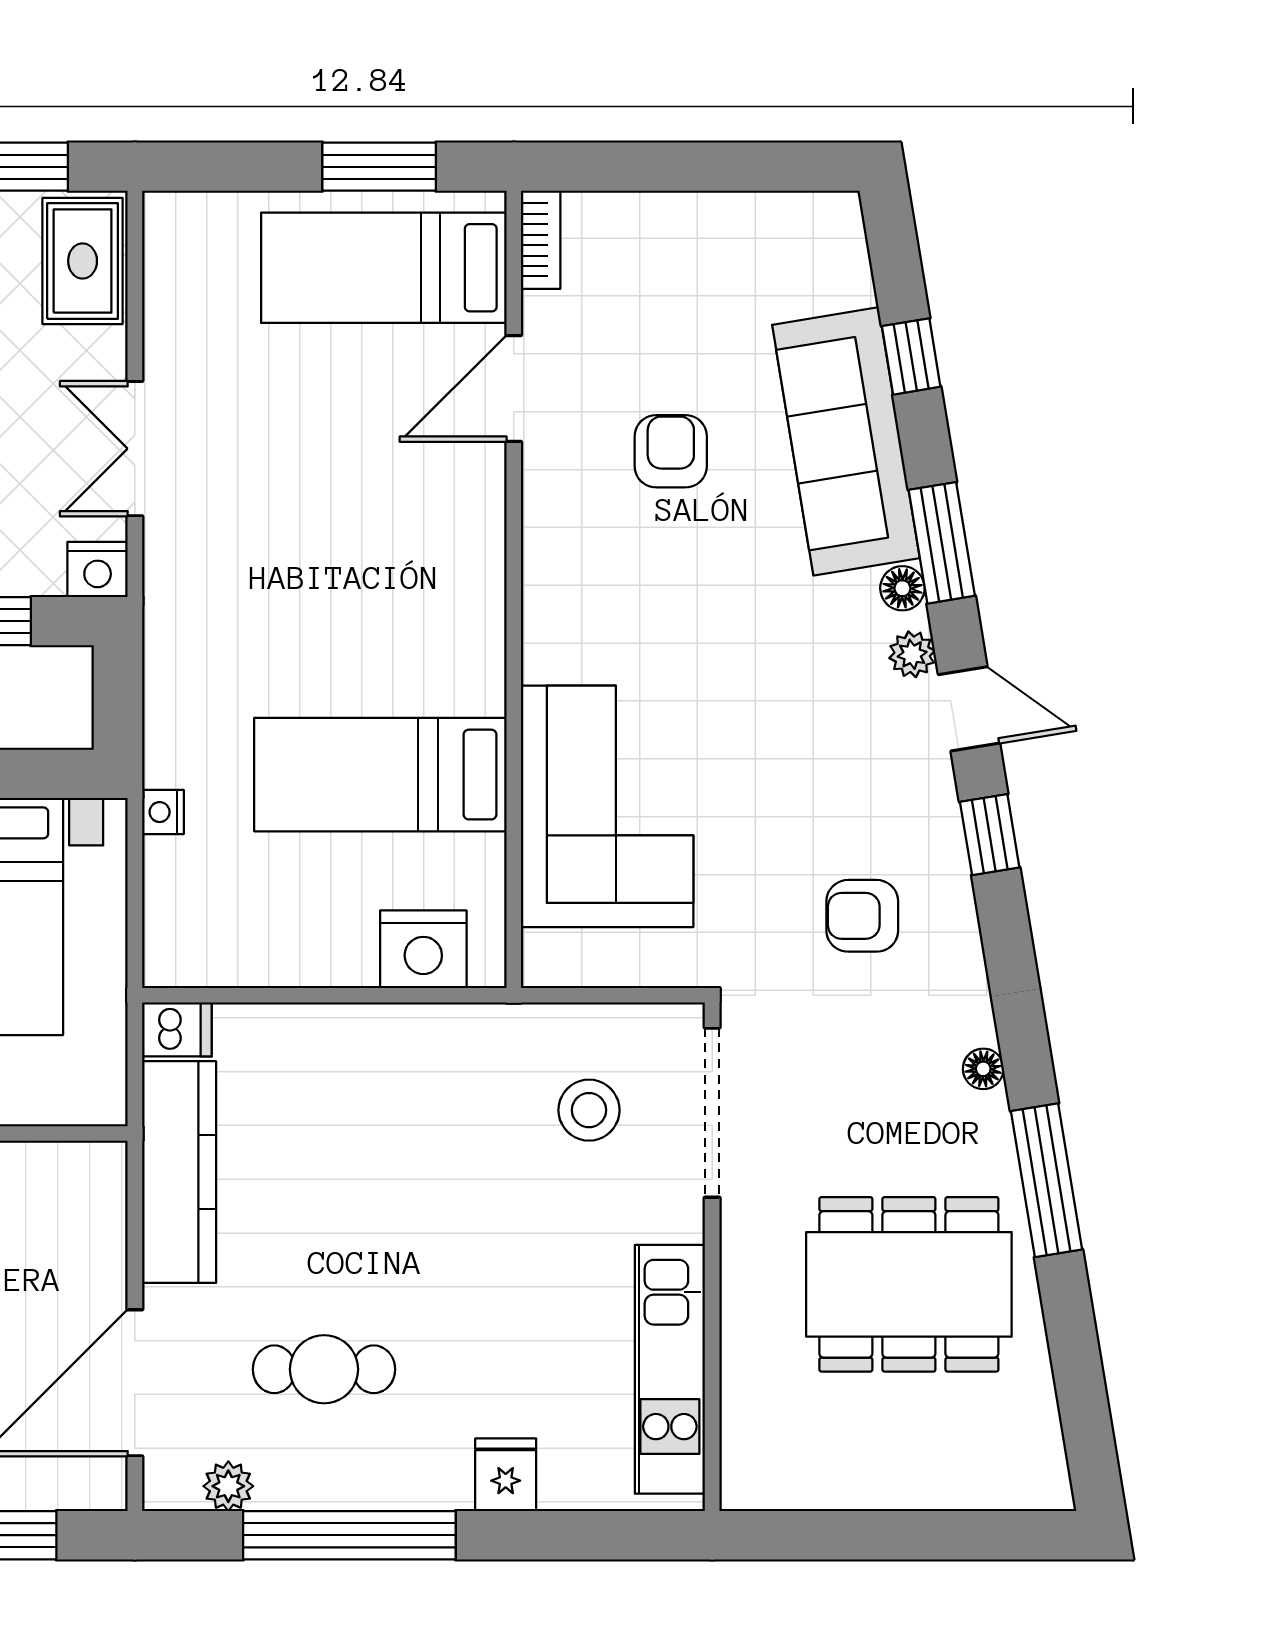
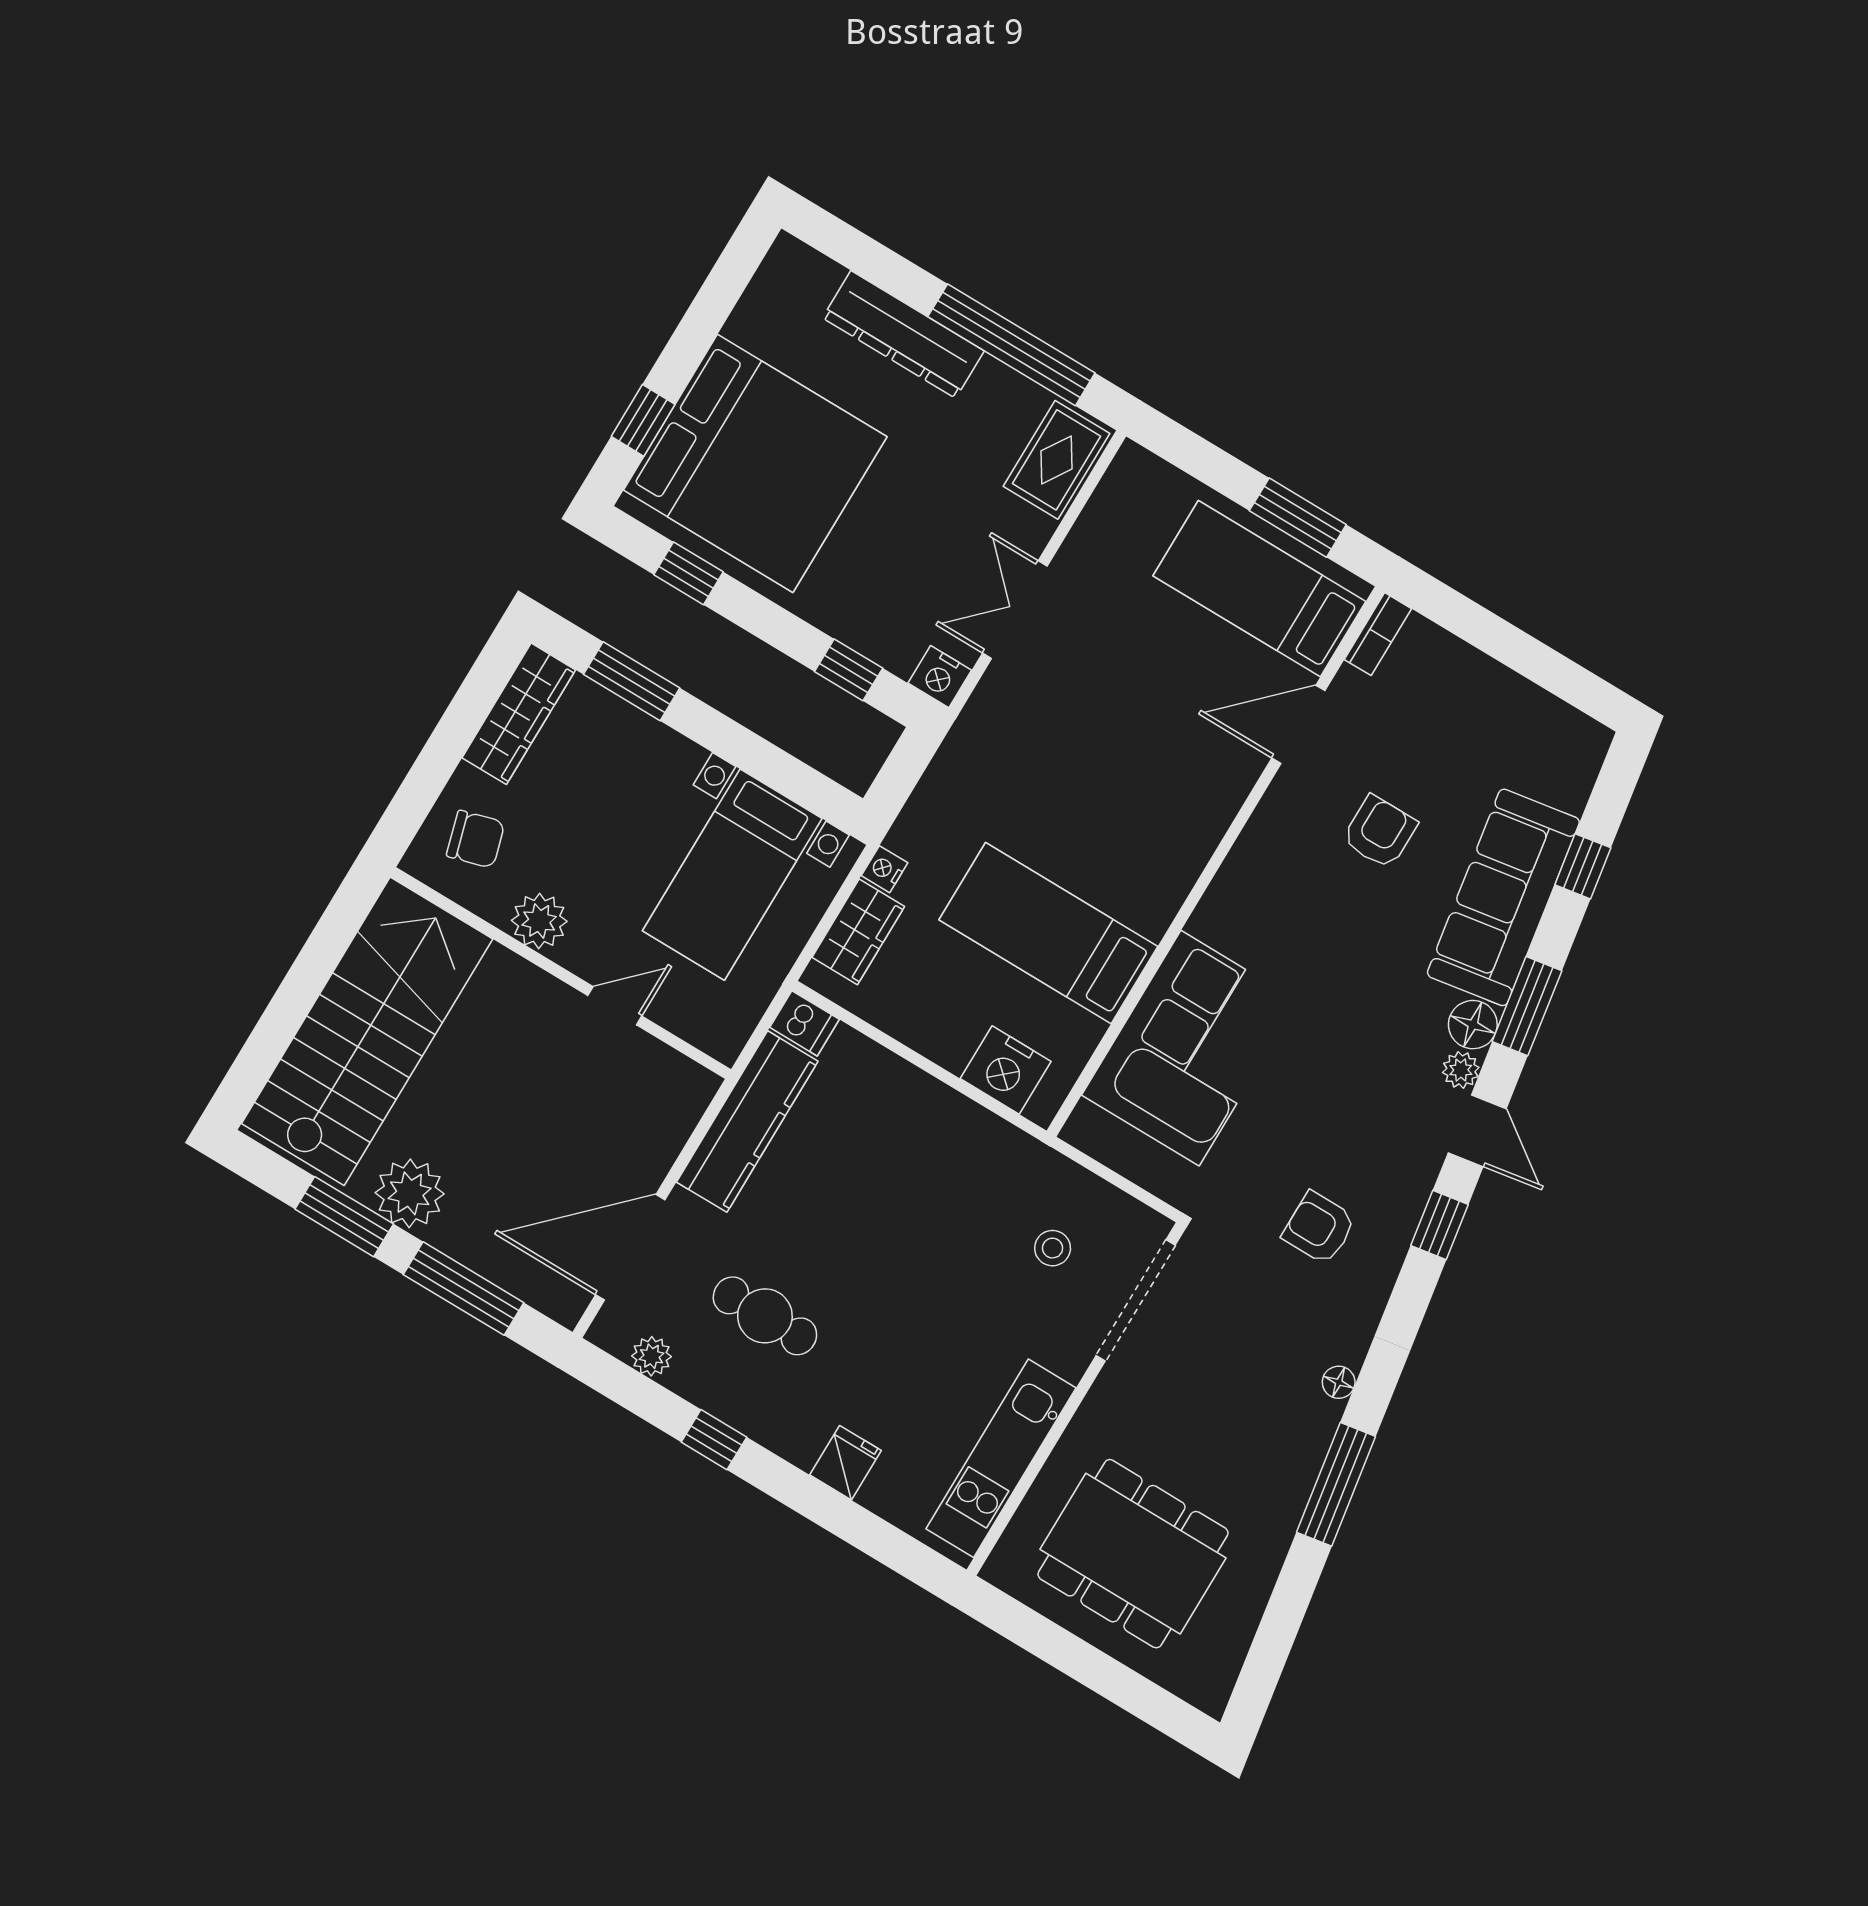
floor lamp: (902, 588) -> (1473, 1025), width x1.37, depth x1.37
wardrobe: (175, 896) -> (858, 932), added
stool: (589, 1110) -> (1053, 1248), width x0.73, depth x0.73
dining table: (909, 1284) -> (1133, 1554), moved
window: (349, 1535) -> (714, 1440), width x0.32

